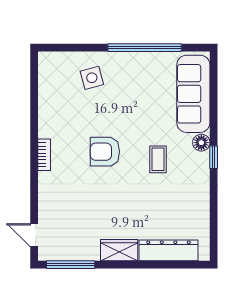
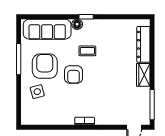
window: (145, 48) -> (19, 59), width x0.68
armchair: (133, 90) -> (45, 66), added
armchair: (105, 152) -> (73, 75), moved

